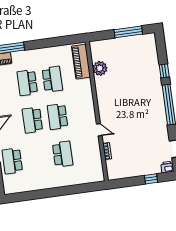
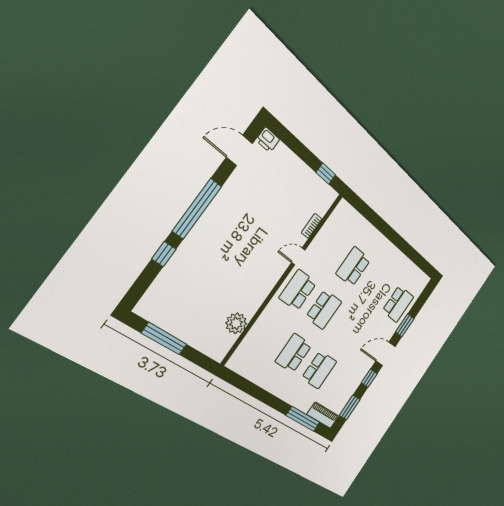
piano: (81, 62) -> (249, 348), removed
school desk: (32, 120) -> (298, 290), moved, turned 180
door: (99, 130) -> (298, 256), hinge flipped
window: (151, 179) -> (326, 174), moved

